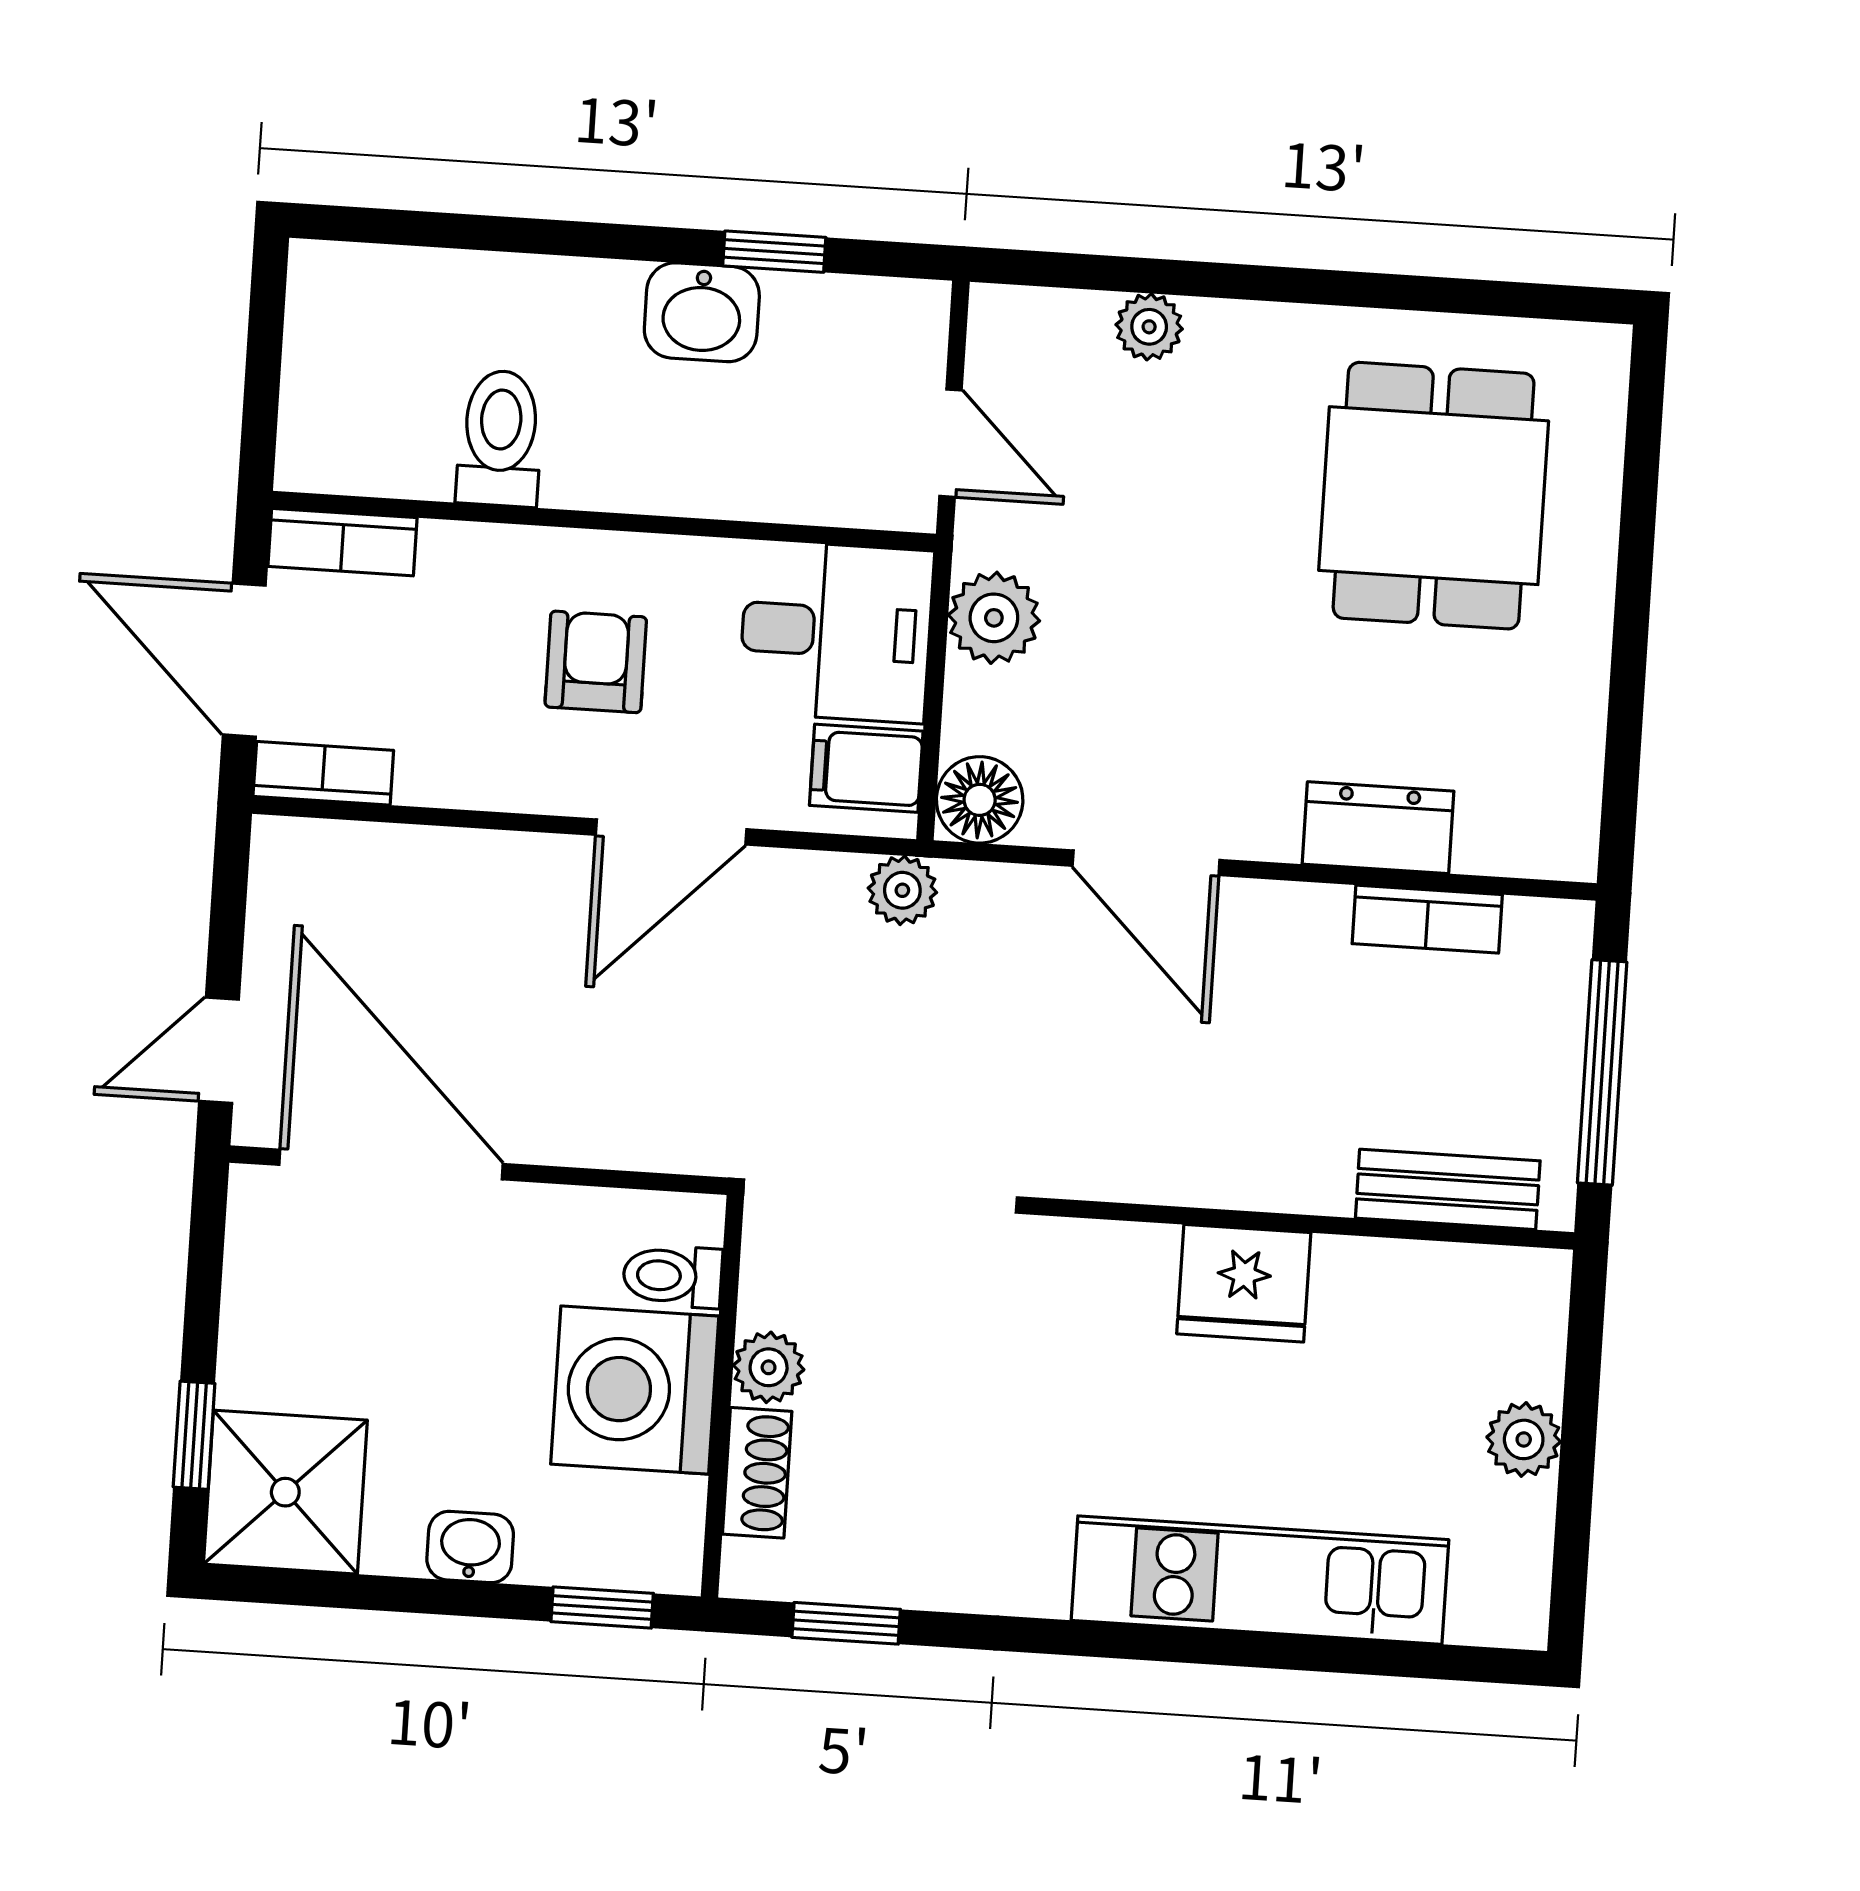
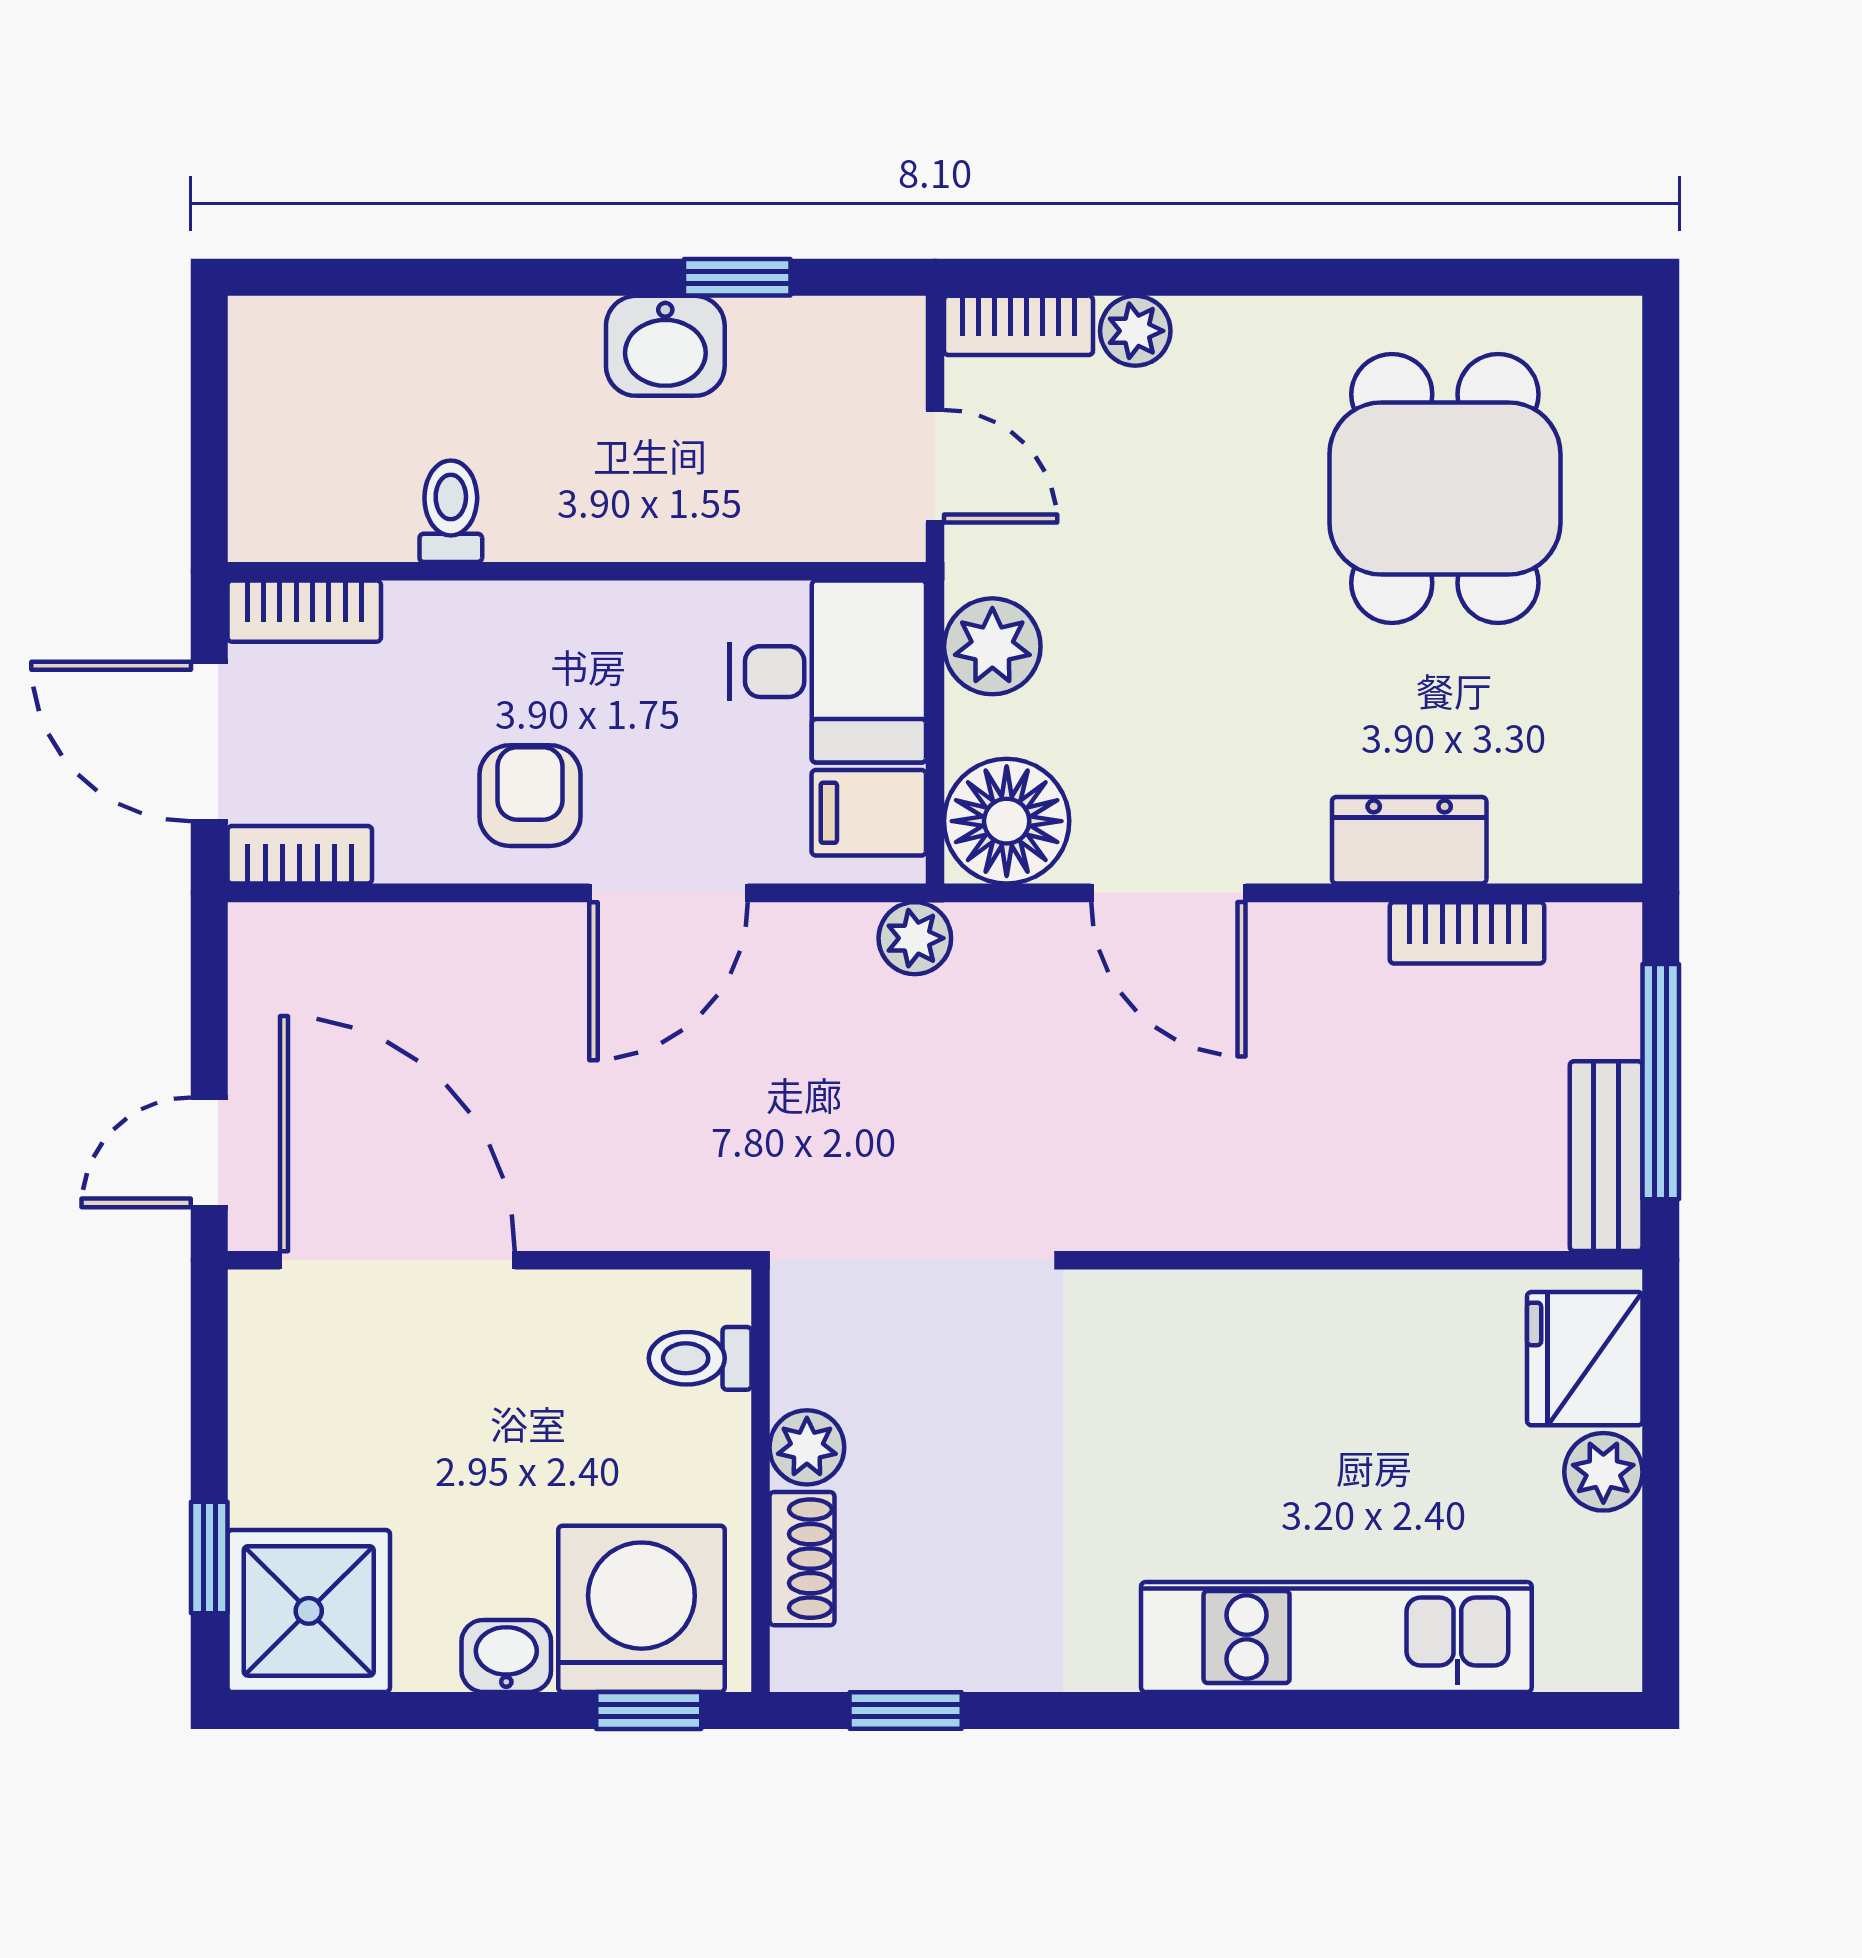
bookcase: (1039, 315) -> (1019, 325), added
toilet: (500, 438) -> (451, 511), width x0.73, depth x0.72
armchair: (596, 662) -> (530, 796), moved
floor lamp: (980, 800) -> (1007, 821), width x1.38, depth x1.38
bench: (1448, 1189) -> (1606, 1156), moved, turned 90
fridge: (1244, 1283) -> (1585, 1359), moved, turned 90
washing machine: (635, 1390) -> (641, 1609), moved, turned 90

